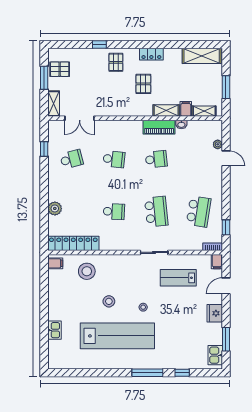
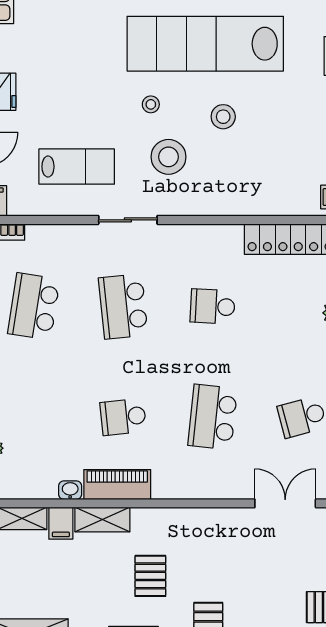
school desk: (114, 159) -> (213, 417), width x1.85
stool: (87, 271) -> (168, 157), moved

